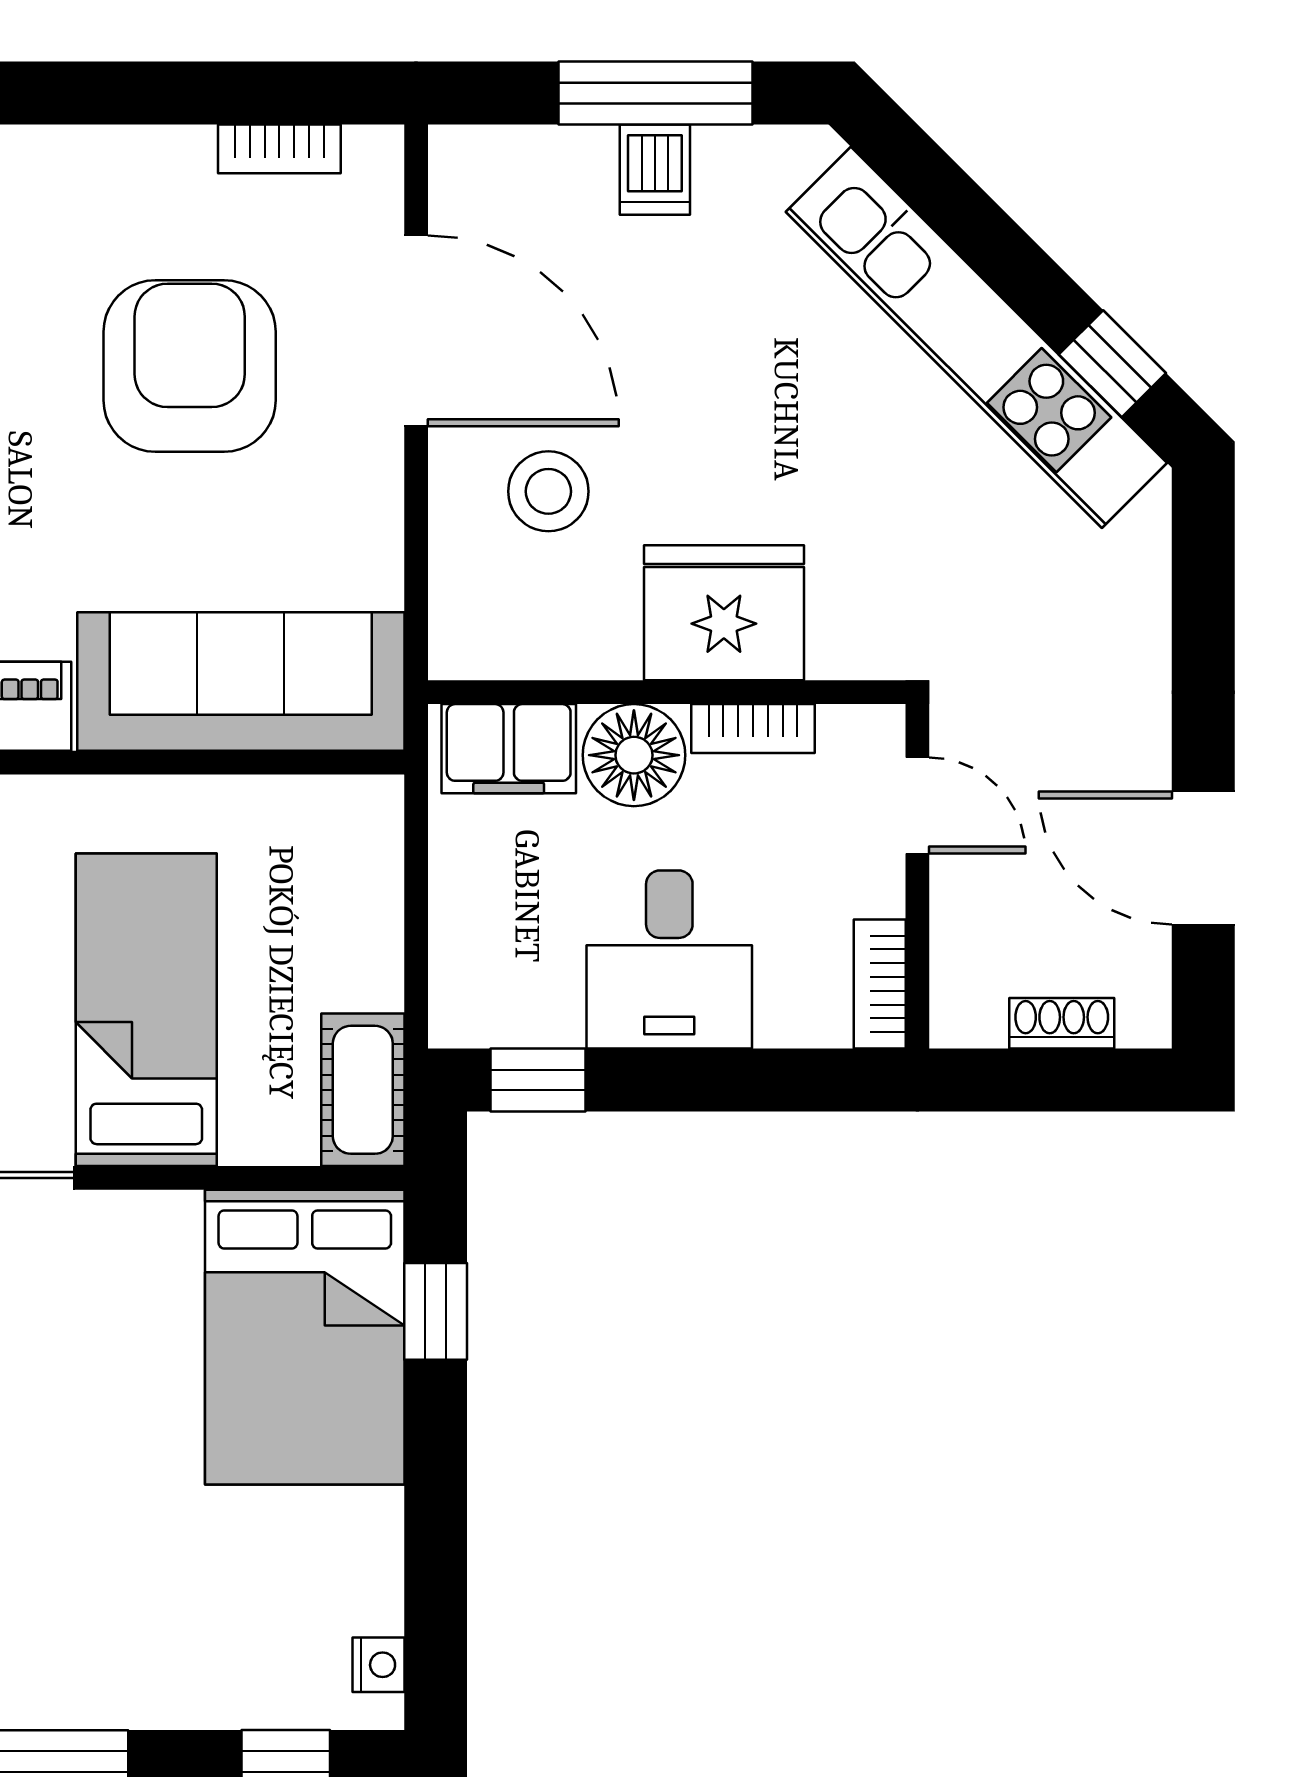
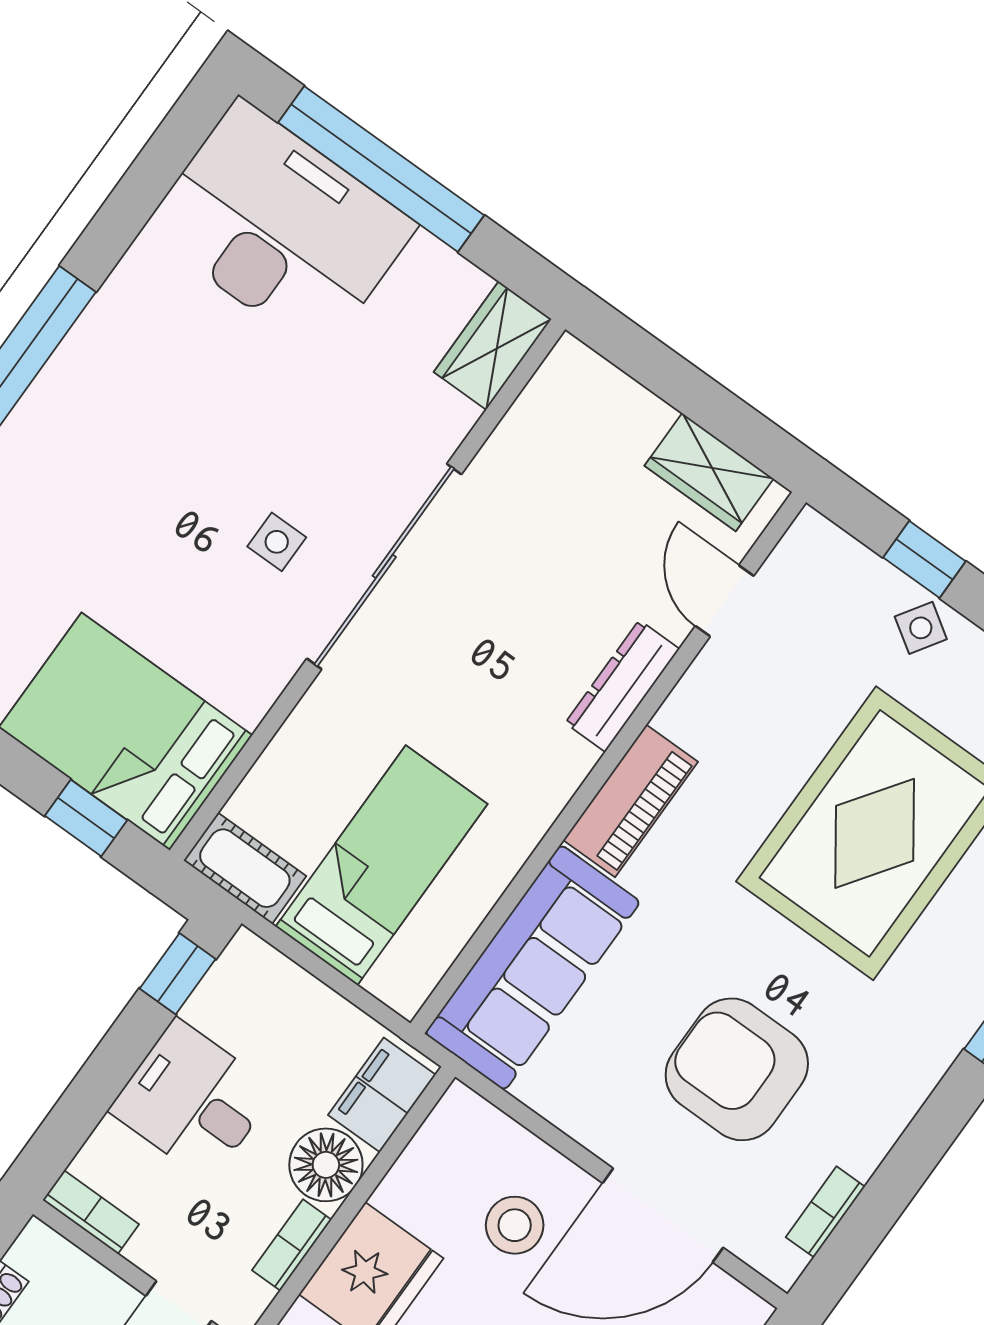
armchair: (190, 366) -> (737, 1069), turned 180
bed: (146, 1010) -> (382, 865), moved, turned -90

